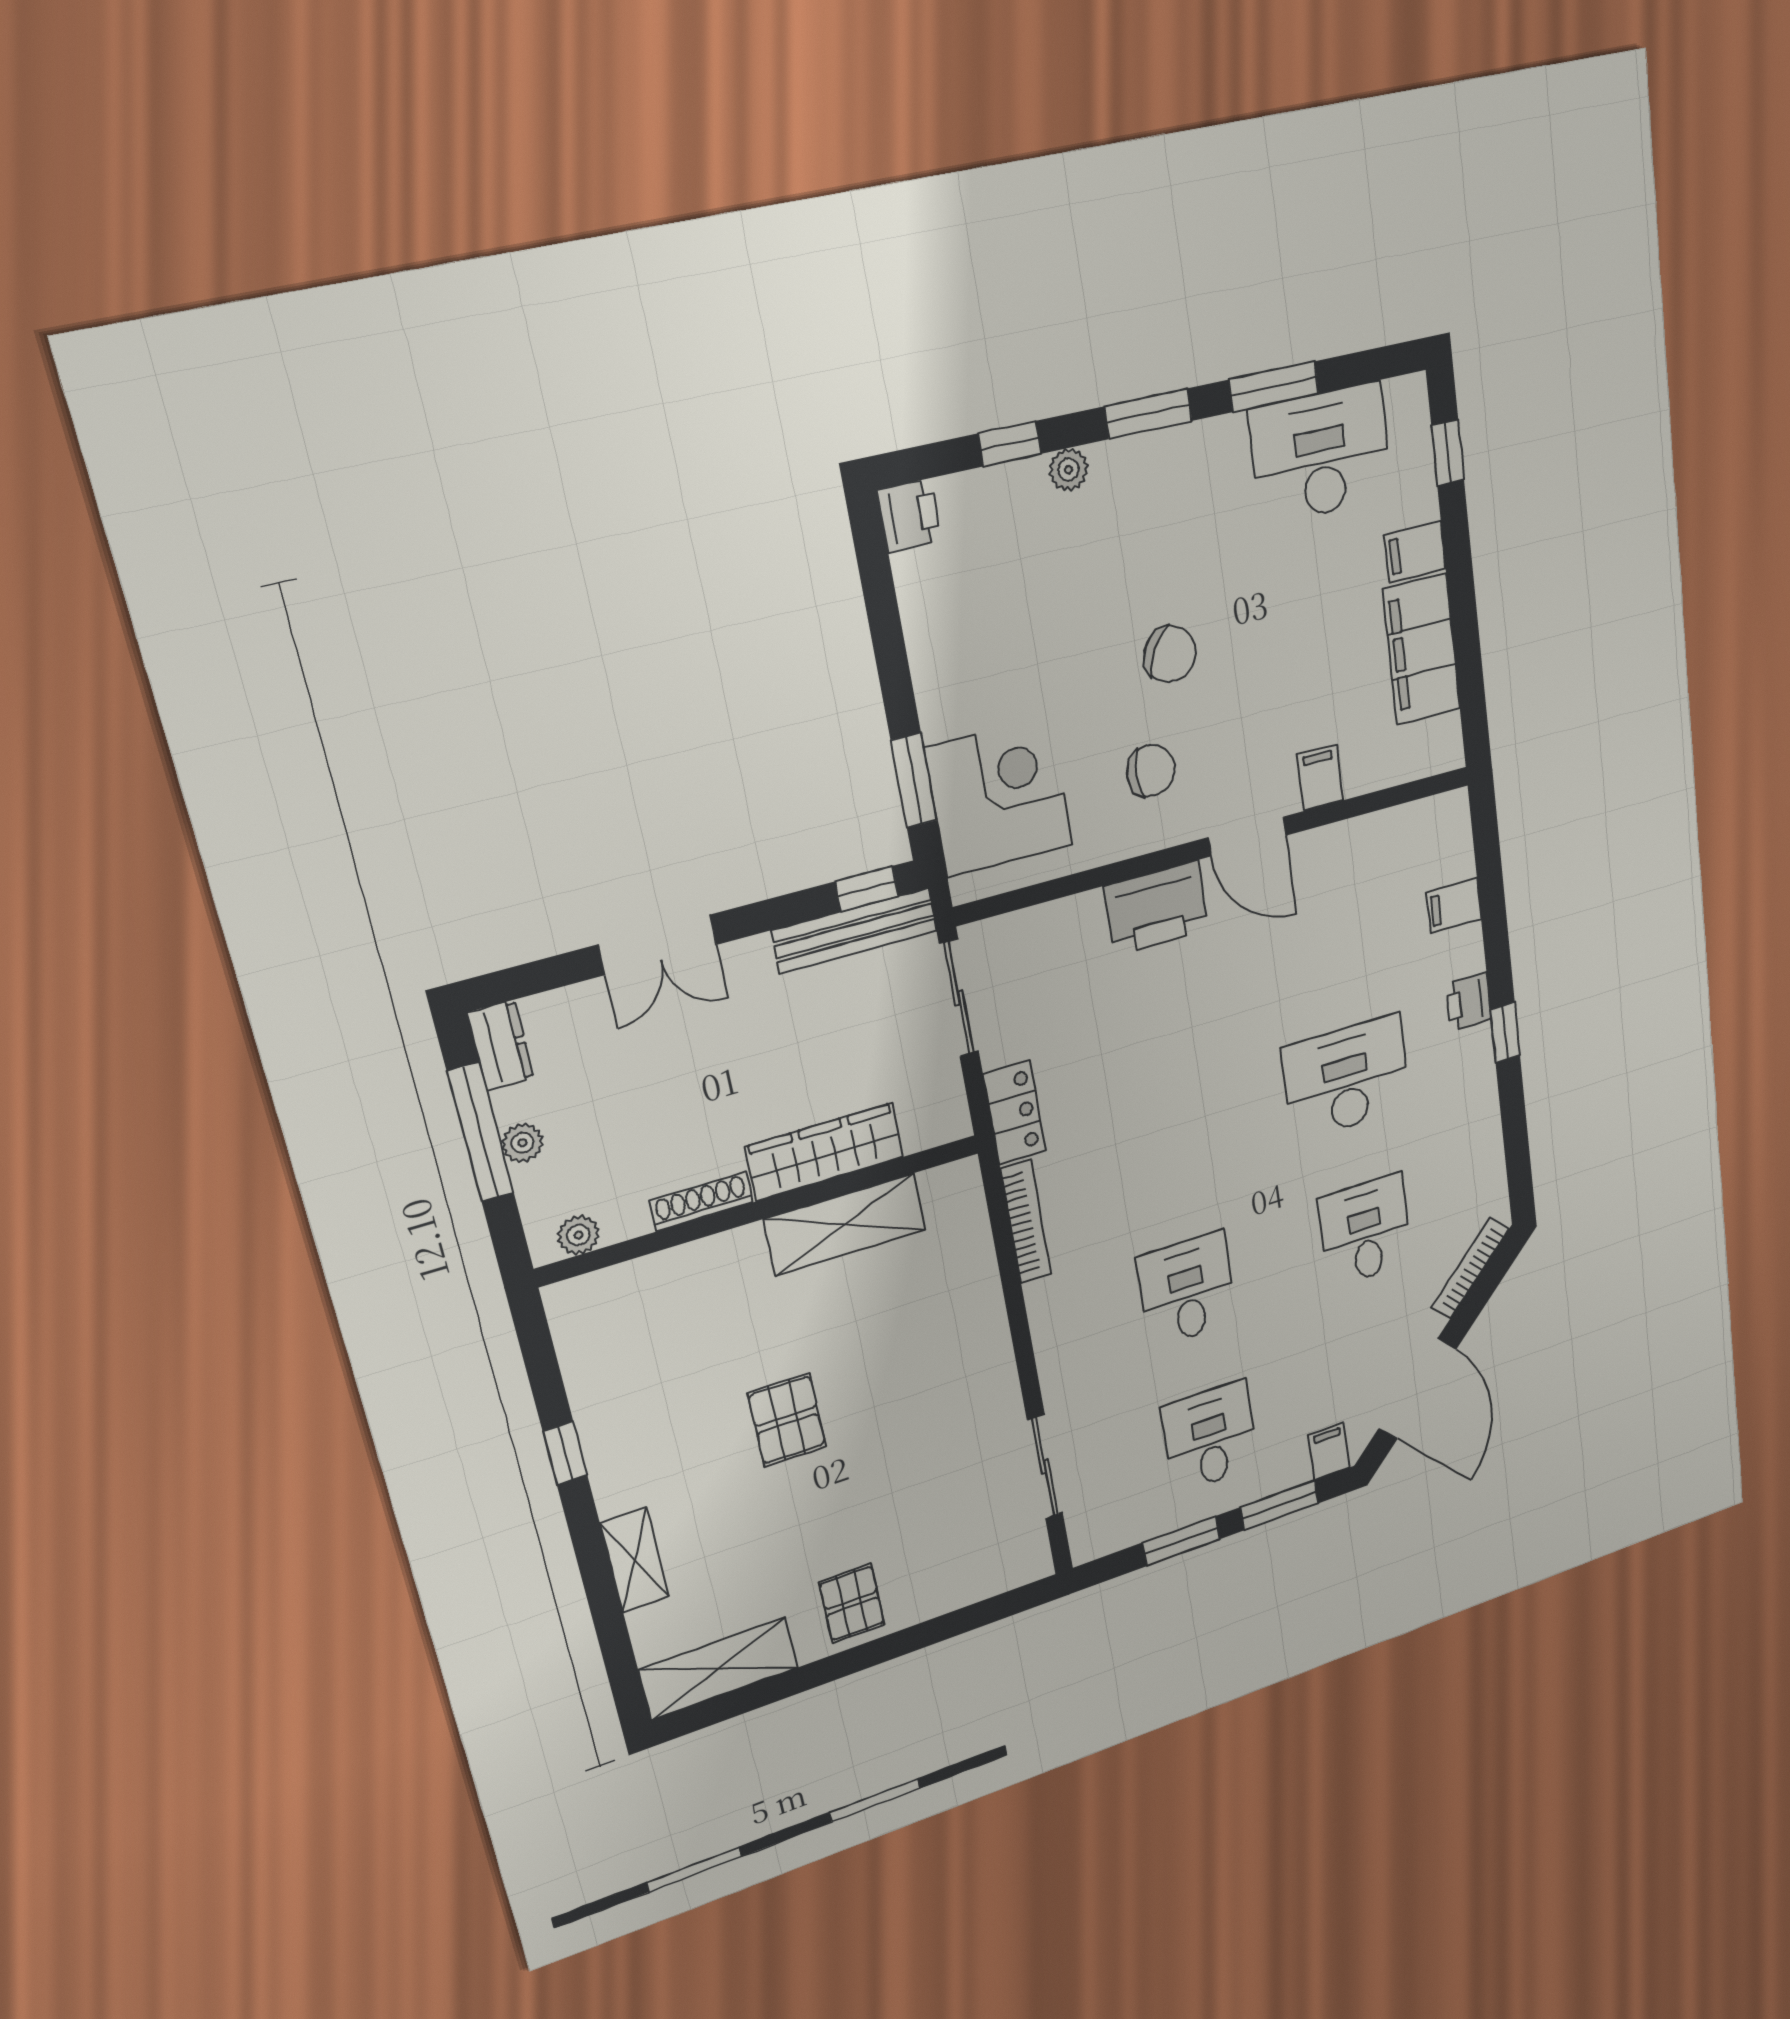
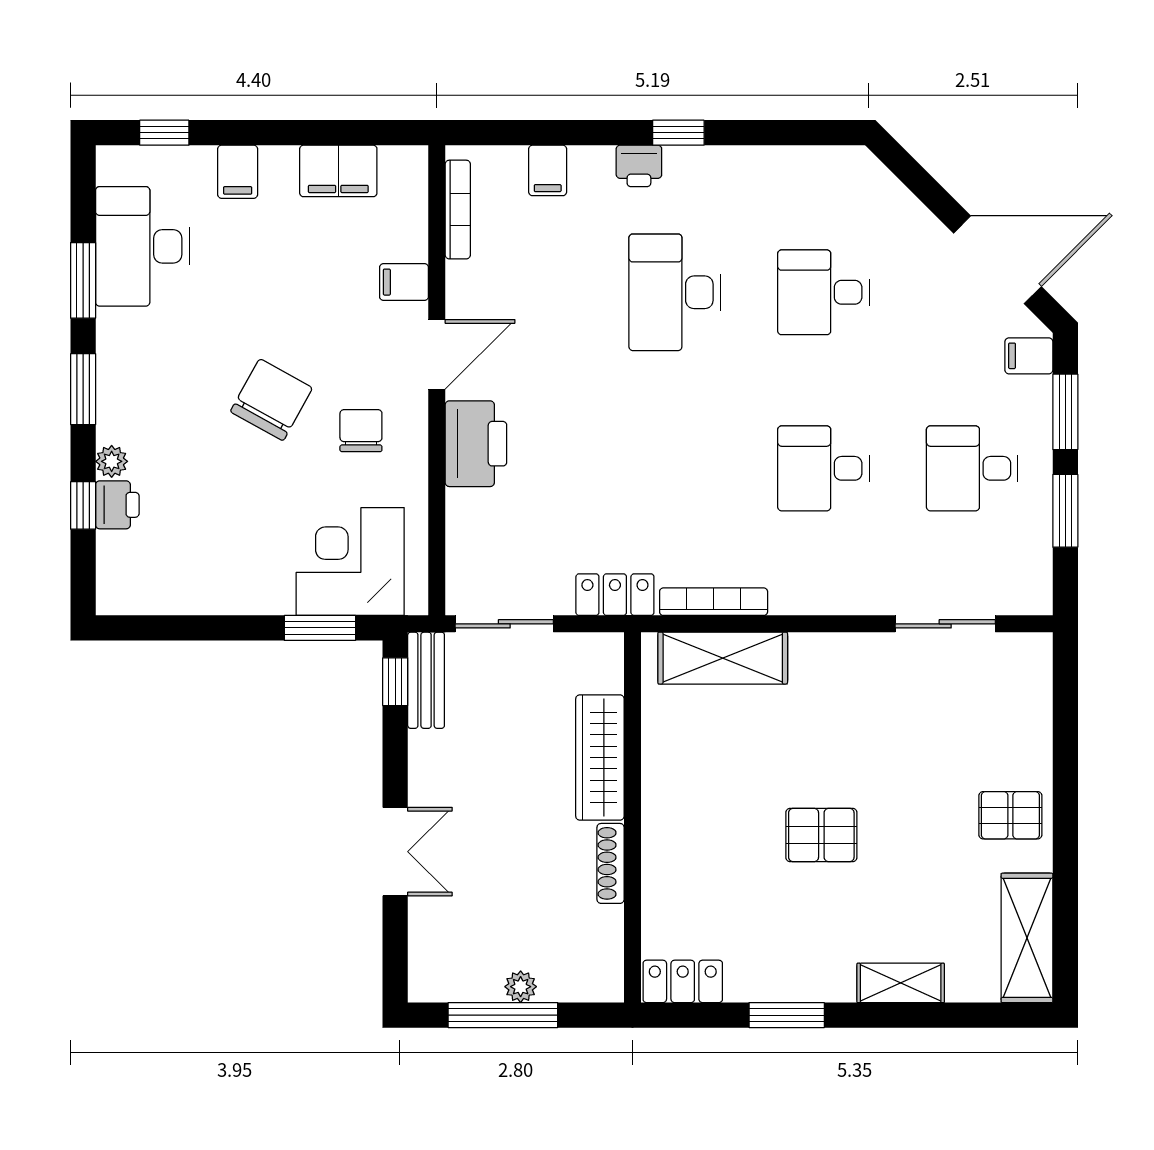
printer: (909, 516) -> (117, 505), moved, turned 90
filing cabinet: (1422, 649) -> (338, 171), width x0.67, depth x0.86
chair: (1170, 654) -> (271, 400), width x1.37, depth x1.37
bench: (855, 931) -> (426, 680), width x0.73
dresser: (501, 1045) -> (440, 984), removed
shelving: (845, 1224) -> (723, 658), moved, turned 90
plant: (578, 1235) -> (608, 963), removed
bookcase: (1470, 1268) -> (458, 210), moved, turned -135
locker: (577, 1327) -> (683, 981), added
window: (565, 1453) -> (787, 1015), width x1.50

